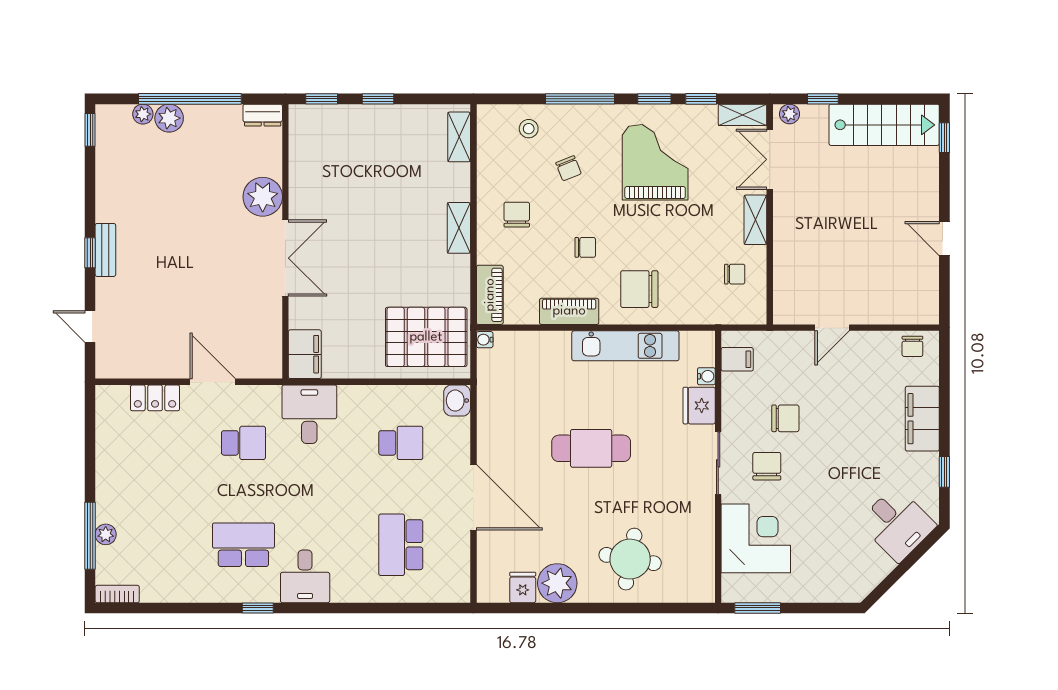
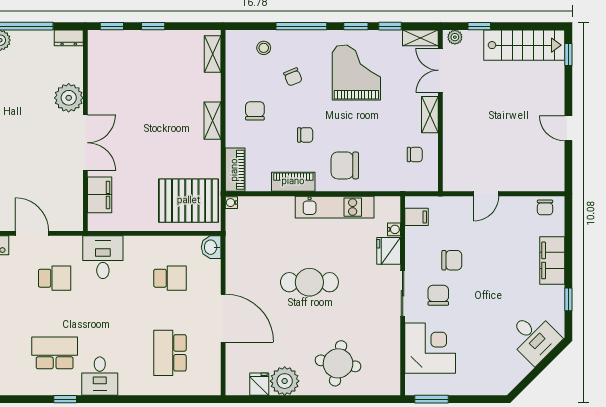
filing cabinet: (305, 354) -> (100, 195), moved

